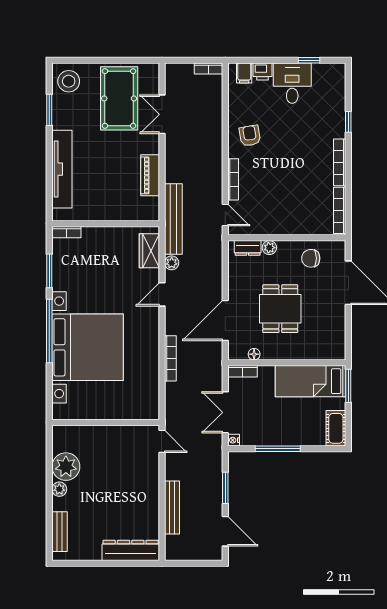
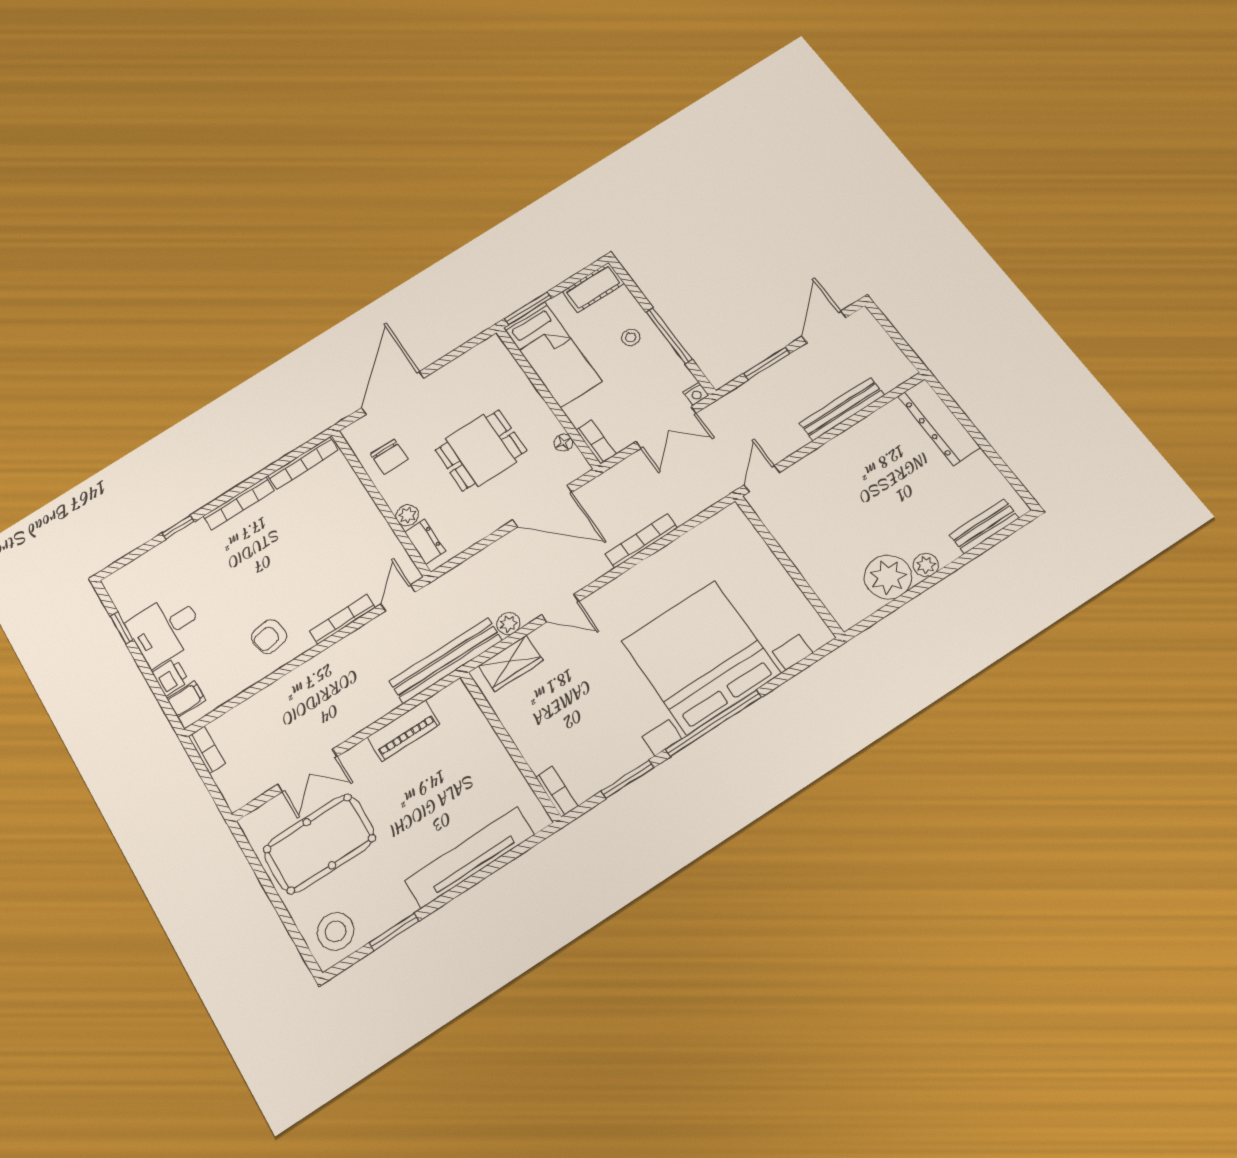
stool: (291, 428) -> (631, 337), added

